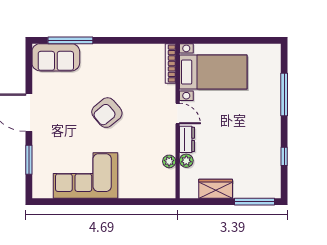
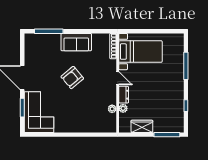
sofa: (56, 57) -> (76, 42), moved
corner sofa: (85, 176) -> (39, 112), moved, turned 90

